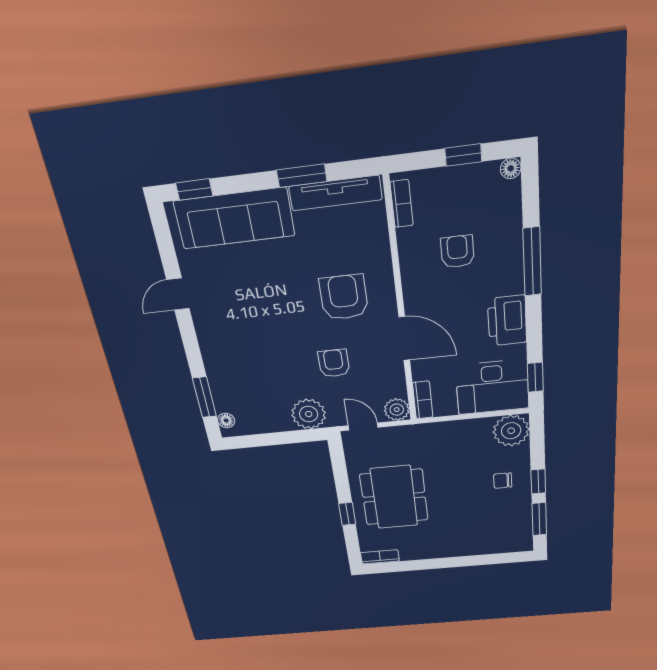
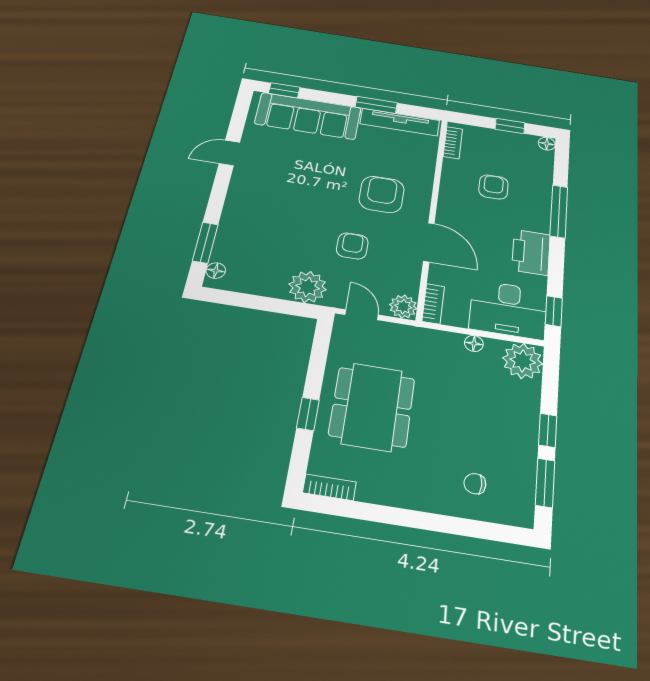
floor lamp: (466, 426) -> (474, 343), added
chair: (503, 481) -> (475, 484), moved

